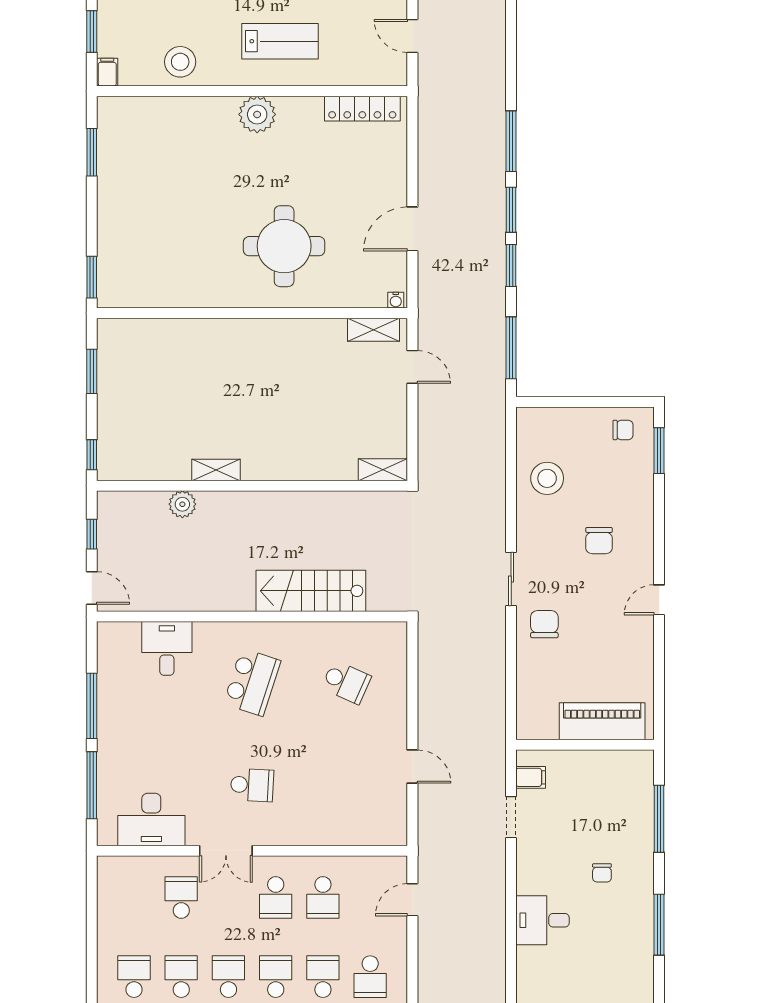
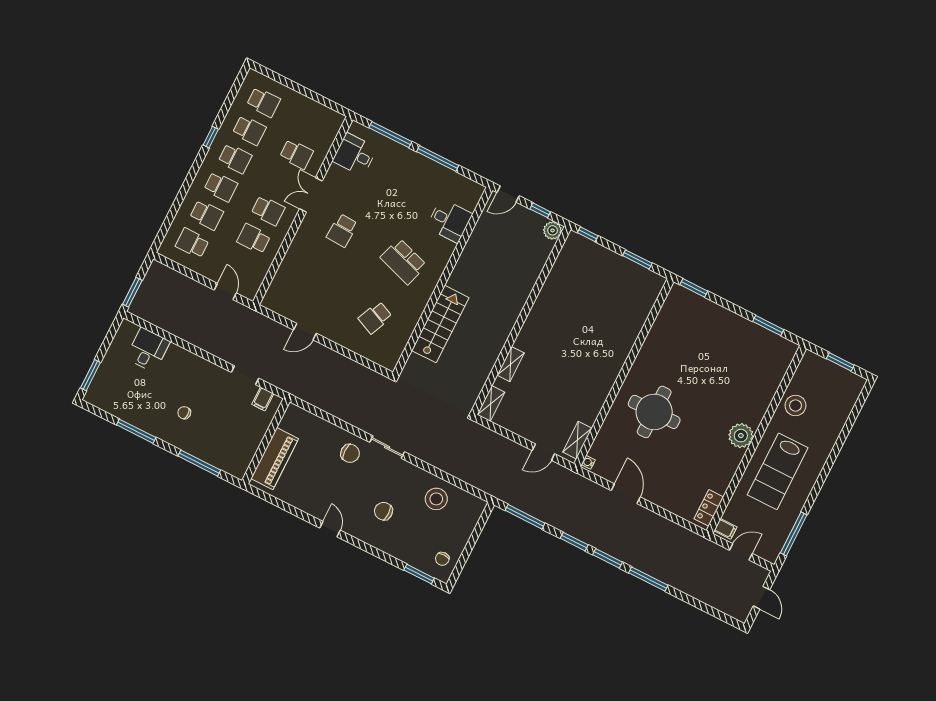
lab bench: (280, 41) -> (778, 471), width x1.36, depth x1.39
filing cabinet: (107, 72) -> (725, 529), moved
locker: (362, 109) -> (709, 508), width x0.66
shelving: (216, 470) -> (511, 364), moved
plant: (182, 504) -> (553, 230), moved
desk: (151, 819) -> (355, 154), width x0.73
school desk: (276, 898) -> (268, 211), turned 180
desk: (542, 920) -> (148, 350), moved

